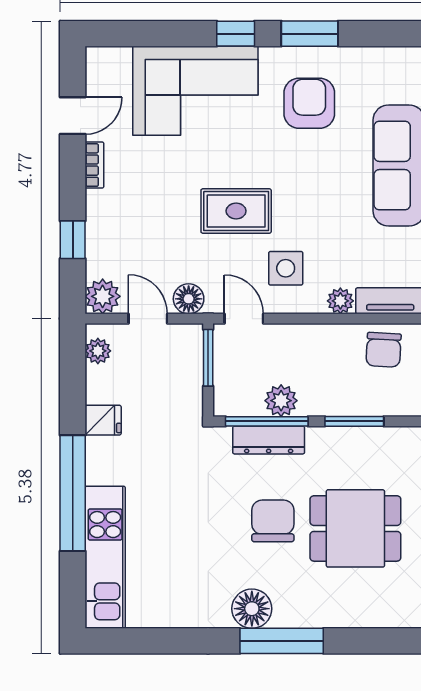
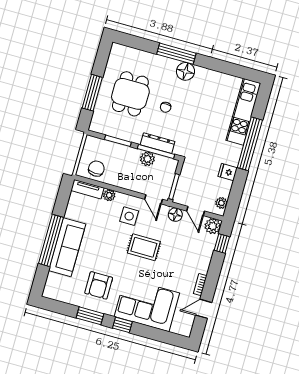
window: (73, 240) -> (222, 244), moved
chair: (273, 521) -> (166, 107), width x0.54, depth x0.54
dining table: (355, 528) -> (130, 94), turned 90

